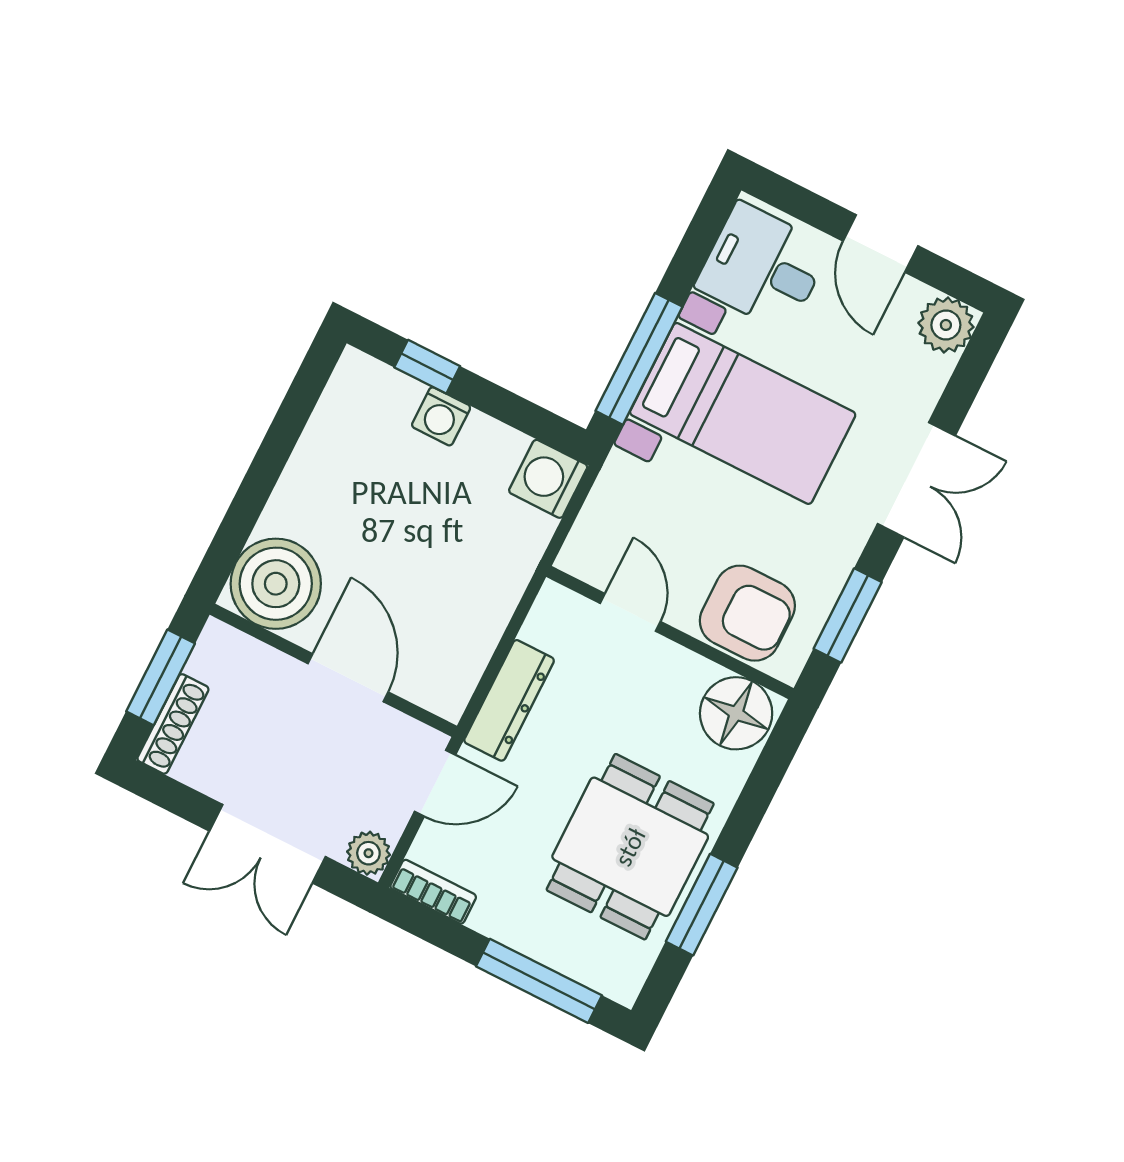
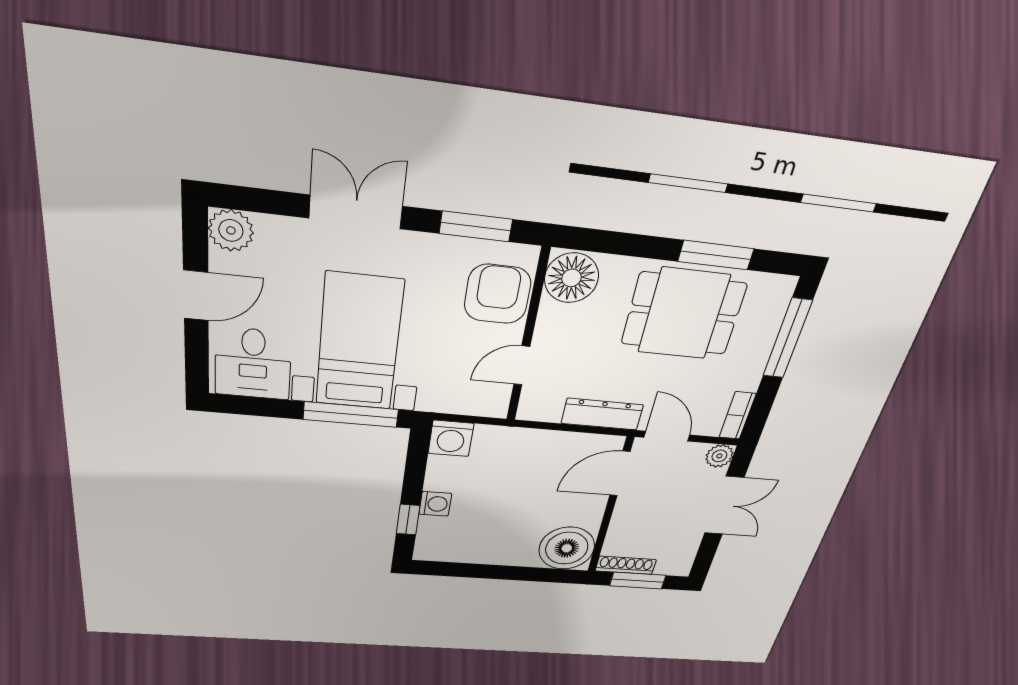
door: (348, 678) -> (620, 474), moved
shoe rack: (173, 724) -> (626, 565), moved

